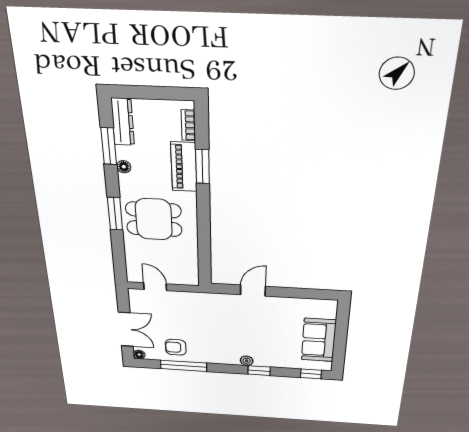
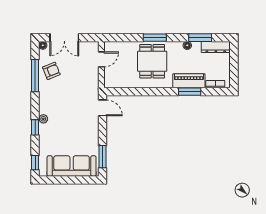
door: (253, 291) -> (103, 108), moved
window: (307, 294) -> (103, 157), added
sofa: (319, 340) -> (72, 166), width x1.36
armchair: (176, 347) -> (51, 71), turned 68

